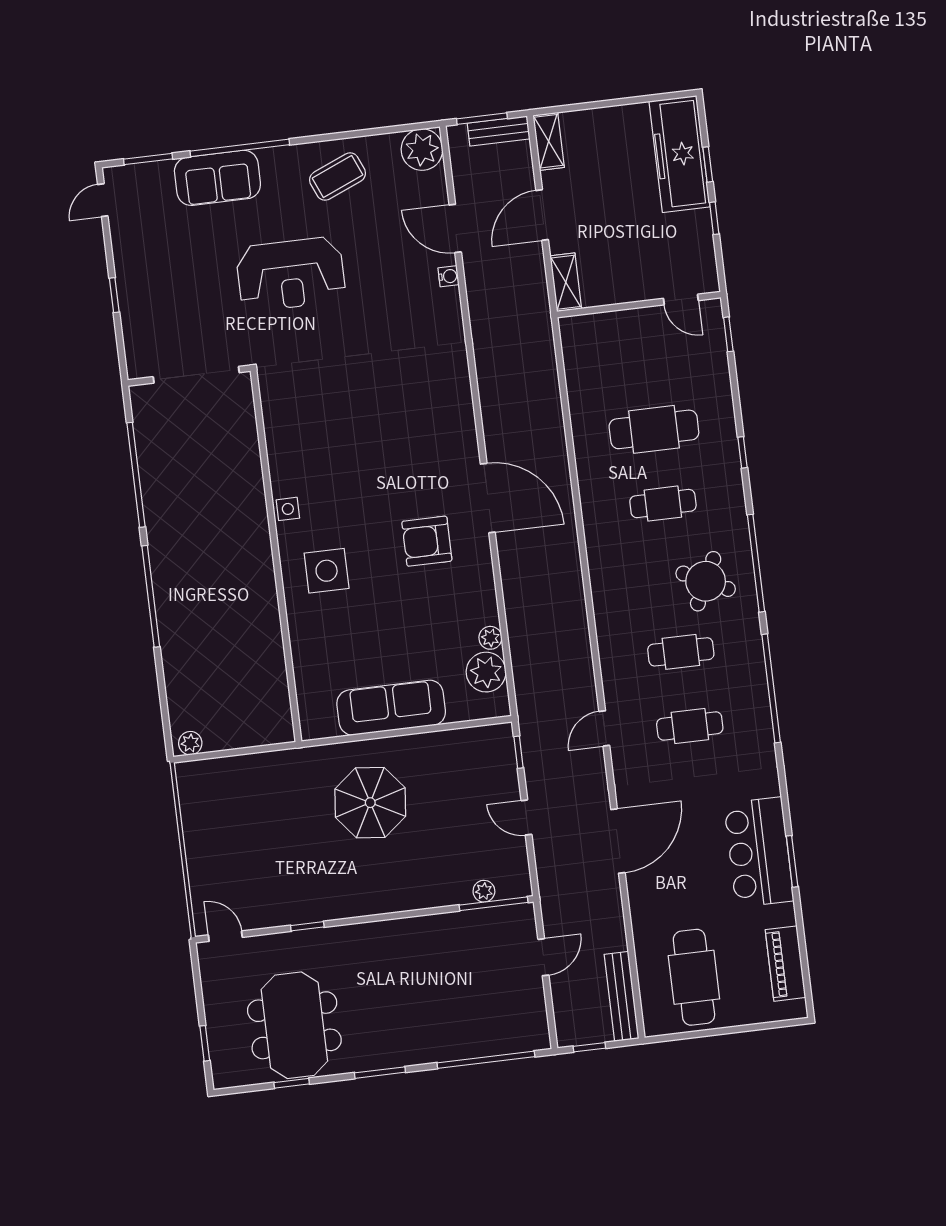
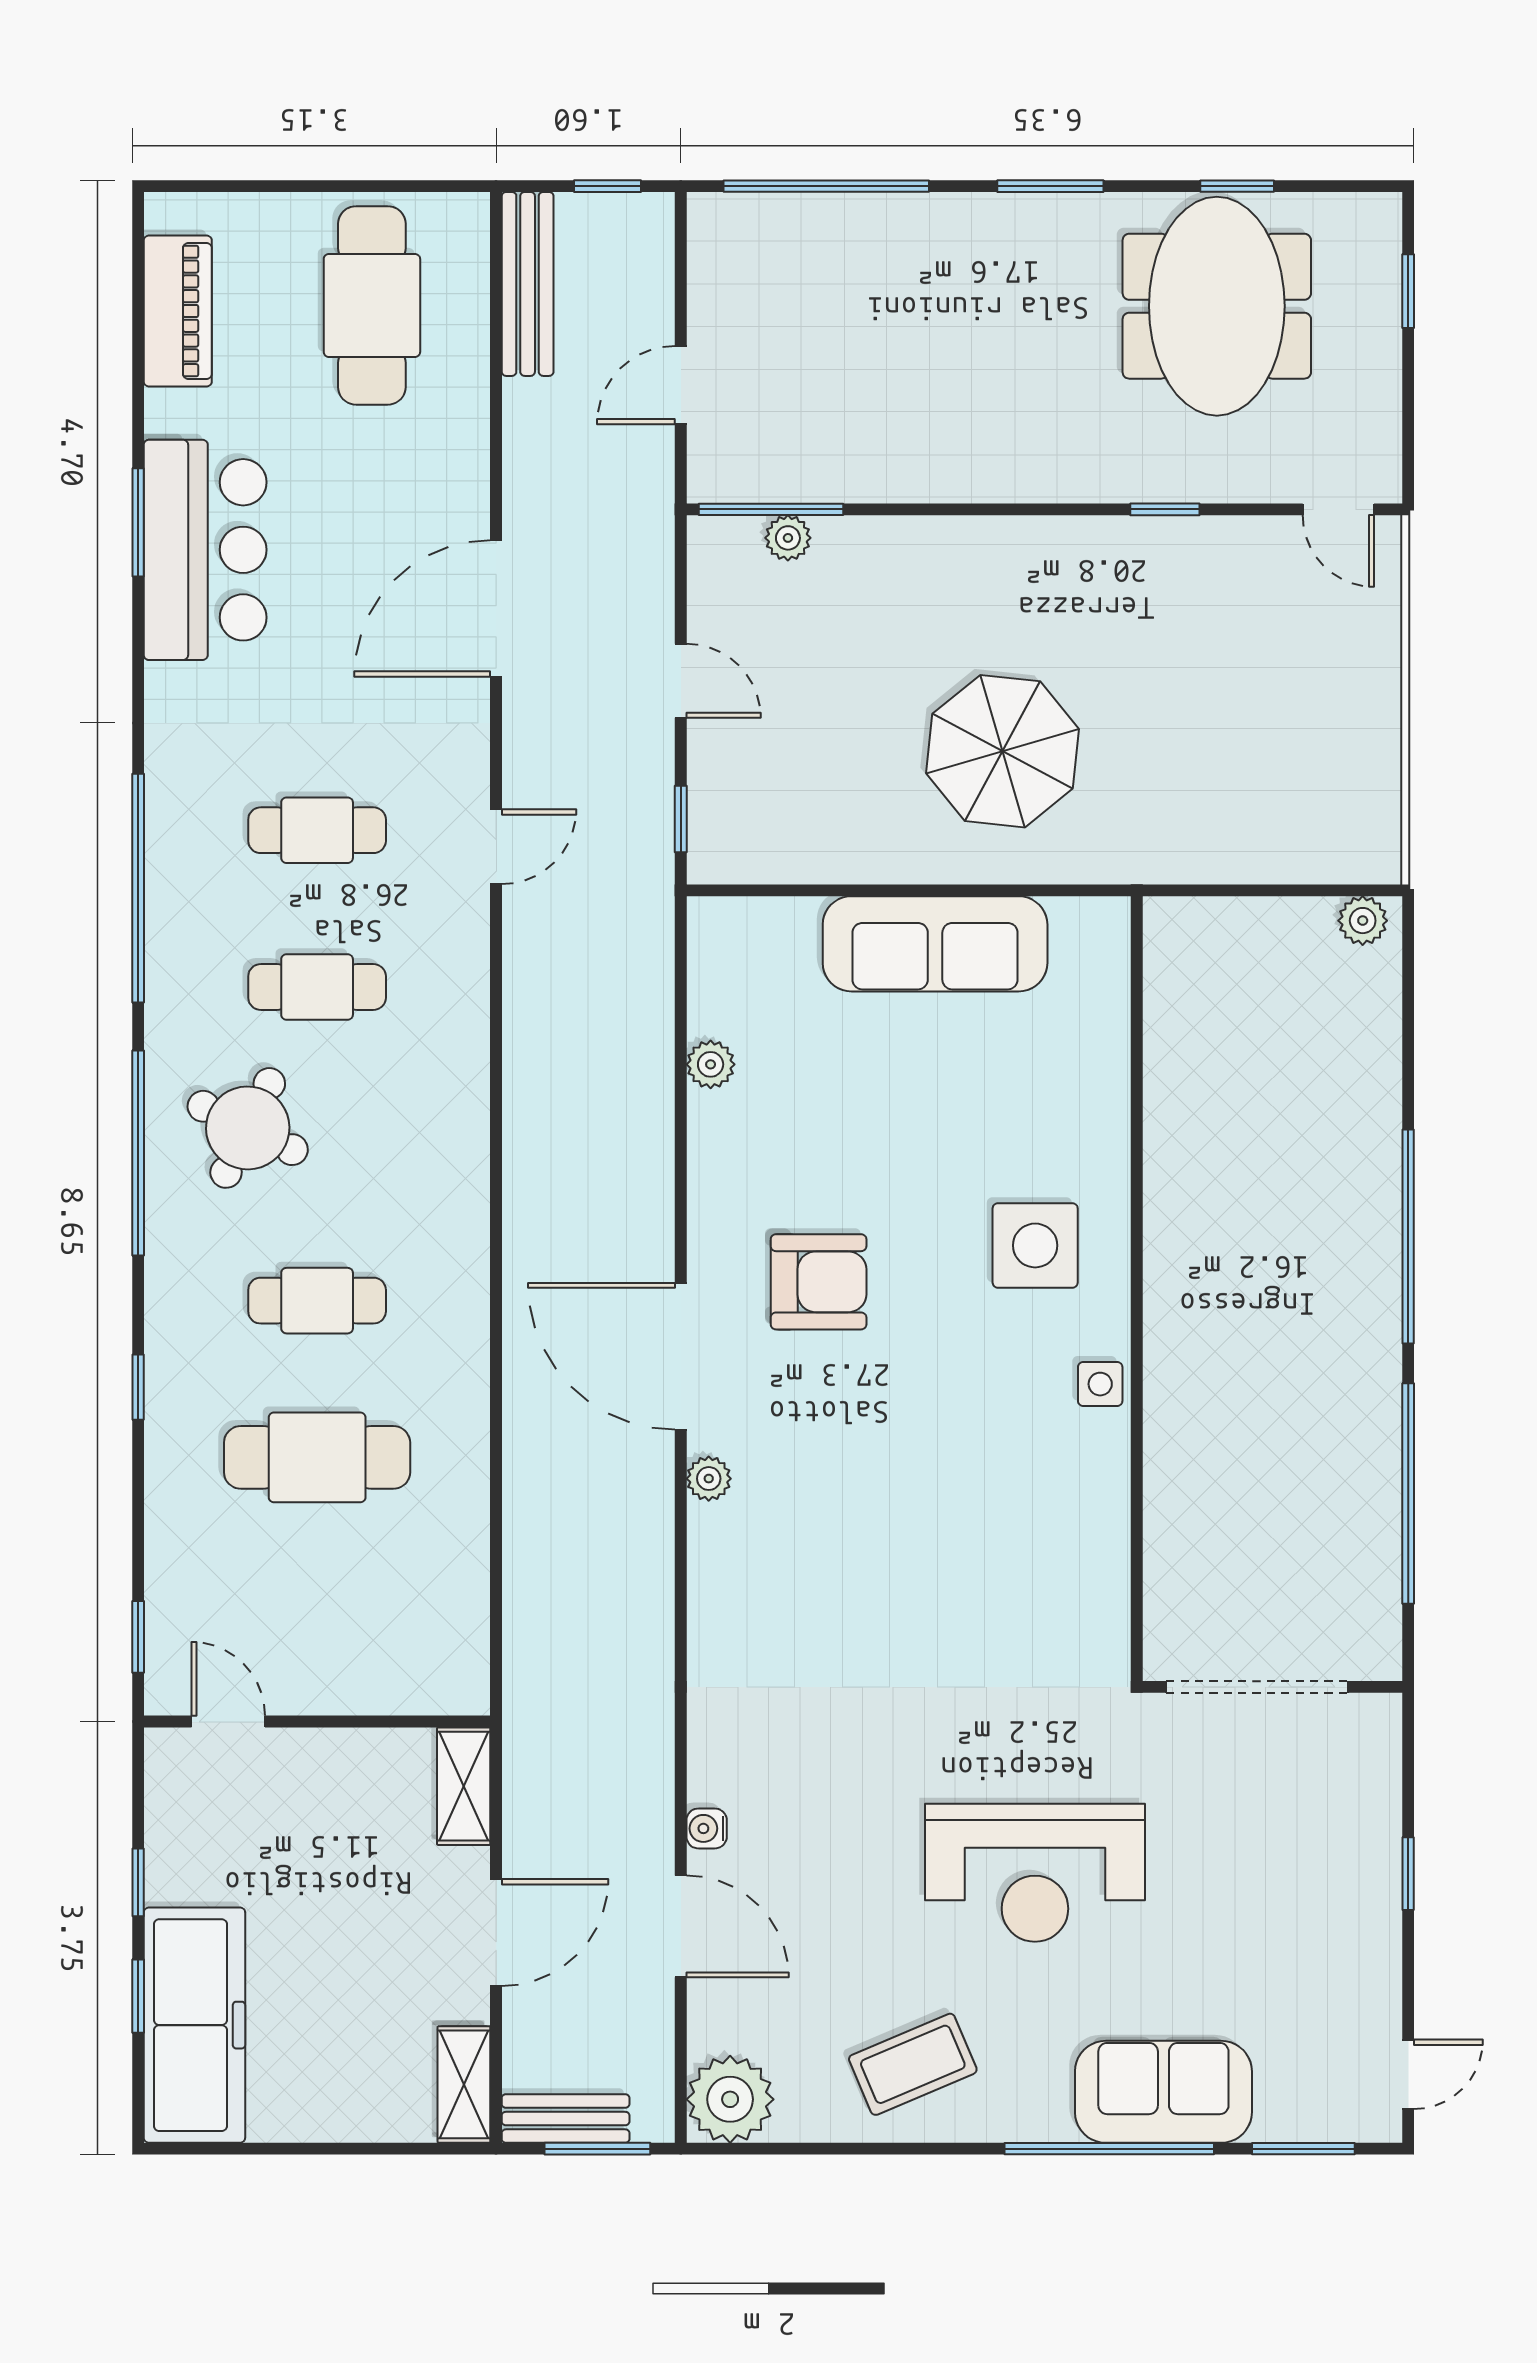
reception desk: (291, 274) -> (1035, 1873), turned 180
plant: (486, 672) -> (709, 1479), moved, width x0.53, depth x0.53

